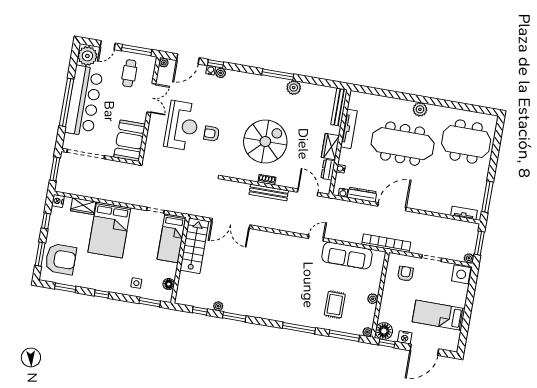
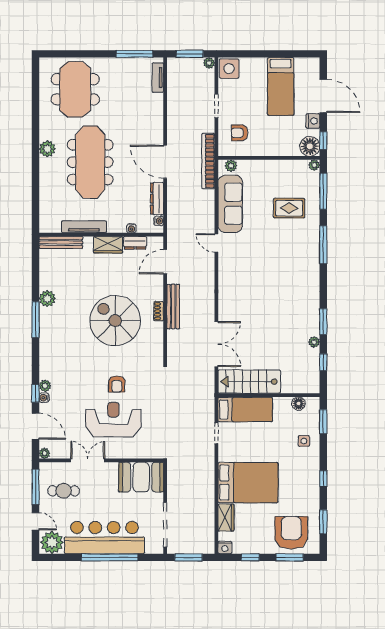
plant: (373, 299) -> (231, 166), moved

